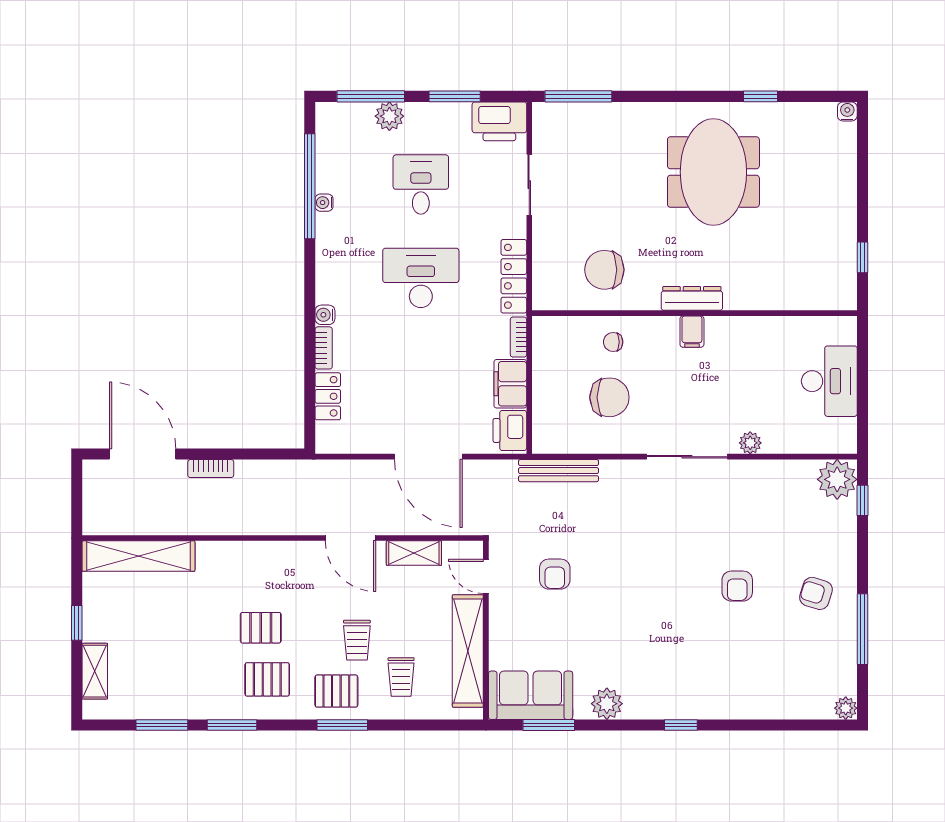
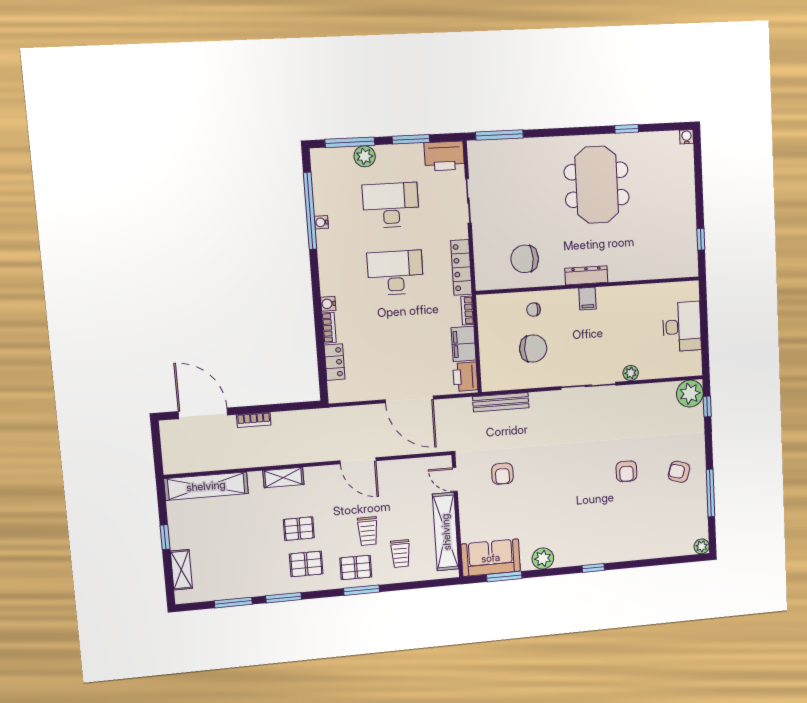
desk: (421, 185) -> (391, 205), width x1.37
shelving: (414, 553) -> (283, 478), moved

